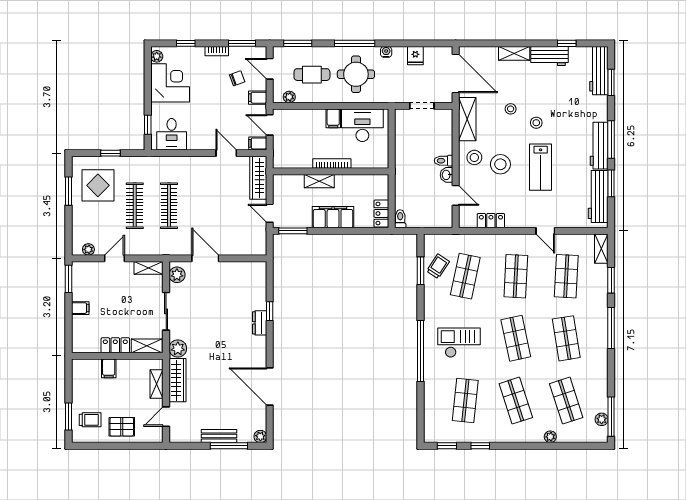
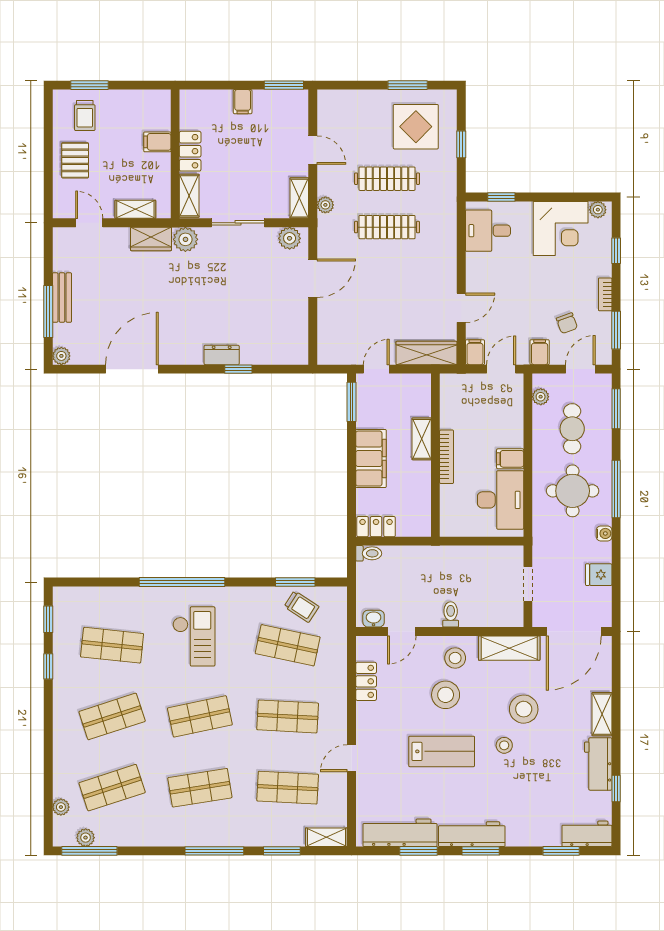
workbench: (599, 71) -> (587, 834), width x0.73
stool: (511, 109) -> (524, 709), width x1.89, depth x1.89
window: (611, 139) -> (481, 851), width x0.69
lab bench: (541, 167) -> (442, 751), turned 180
washbasin: (446, 175) -> (374, 619), moved
plant: (88, 249) -> (325, 205), moved
wardrobe: (177, 380) -> (151, 239), width x0.67
plant: (550, 437) -> (61, 807), moved

